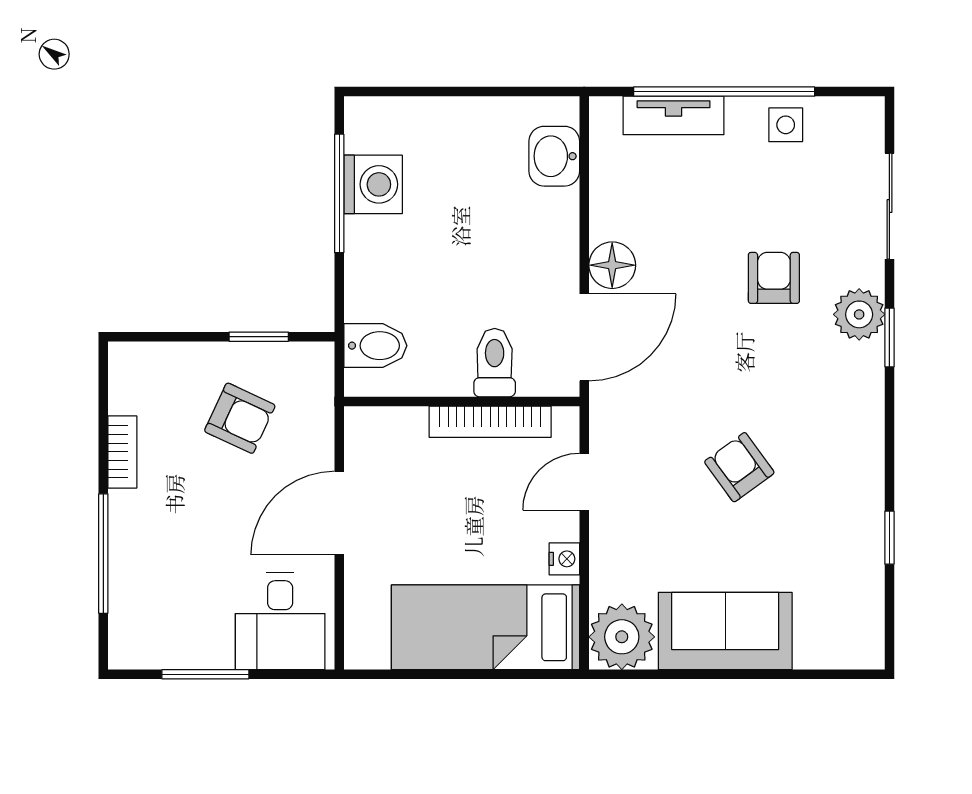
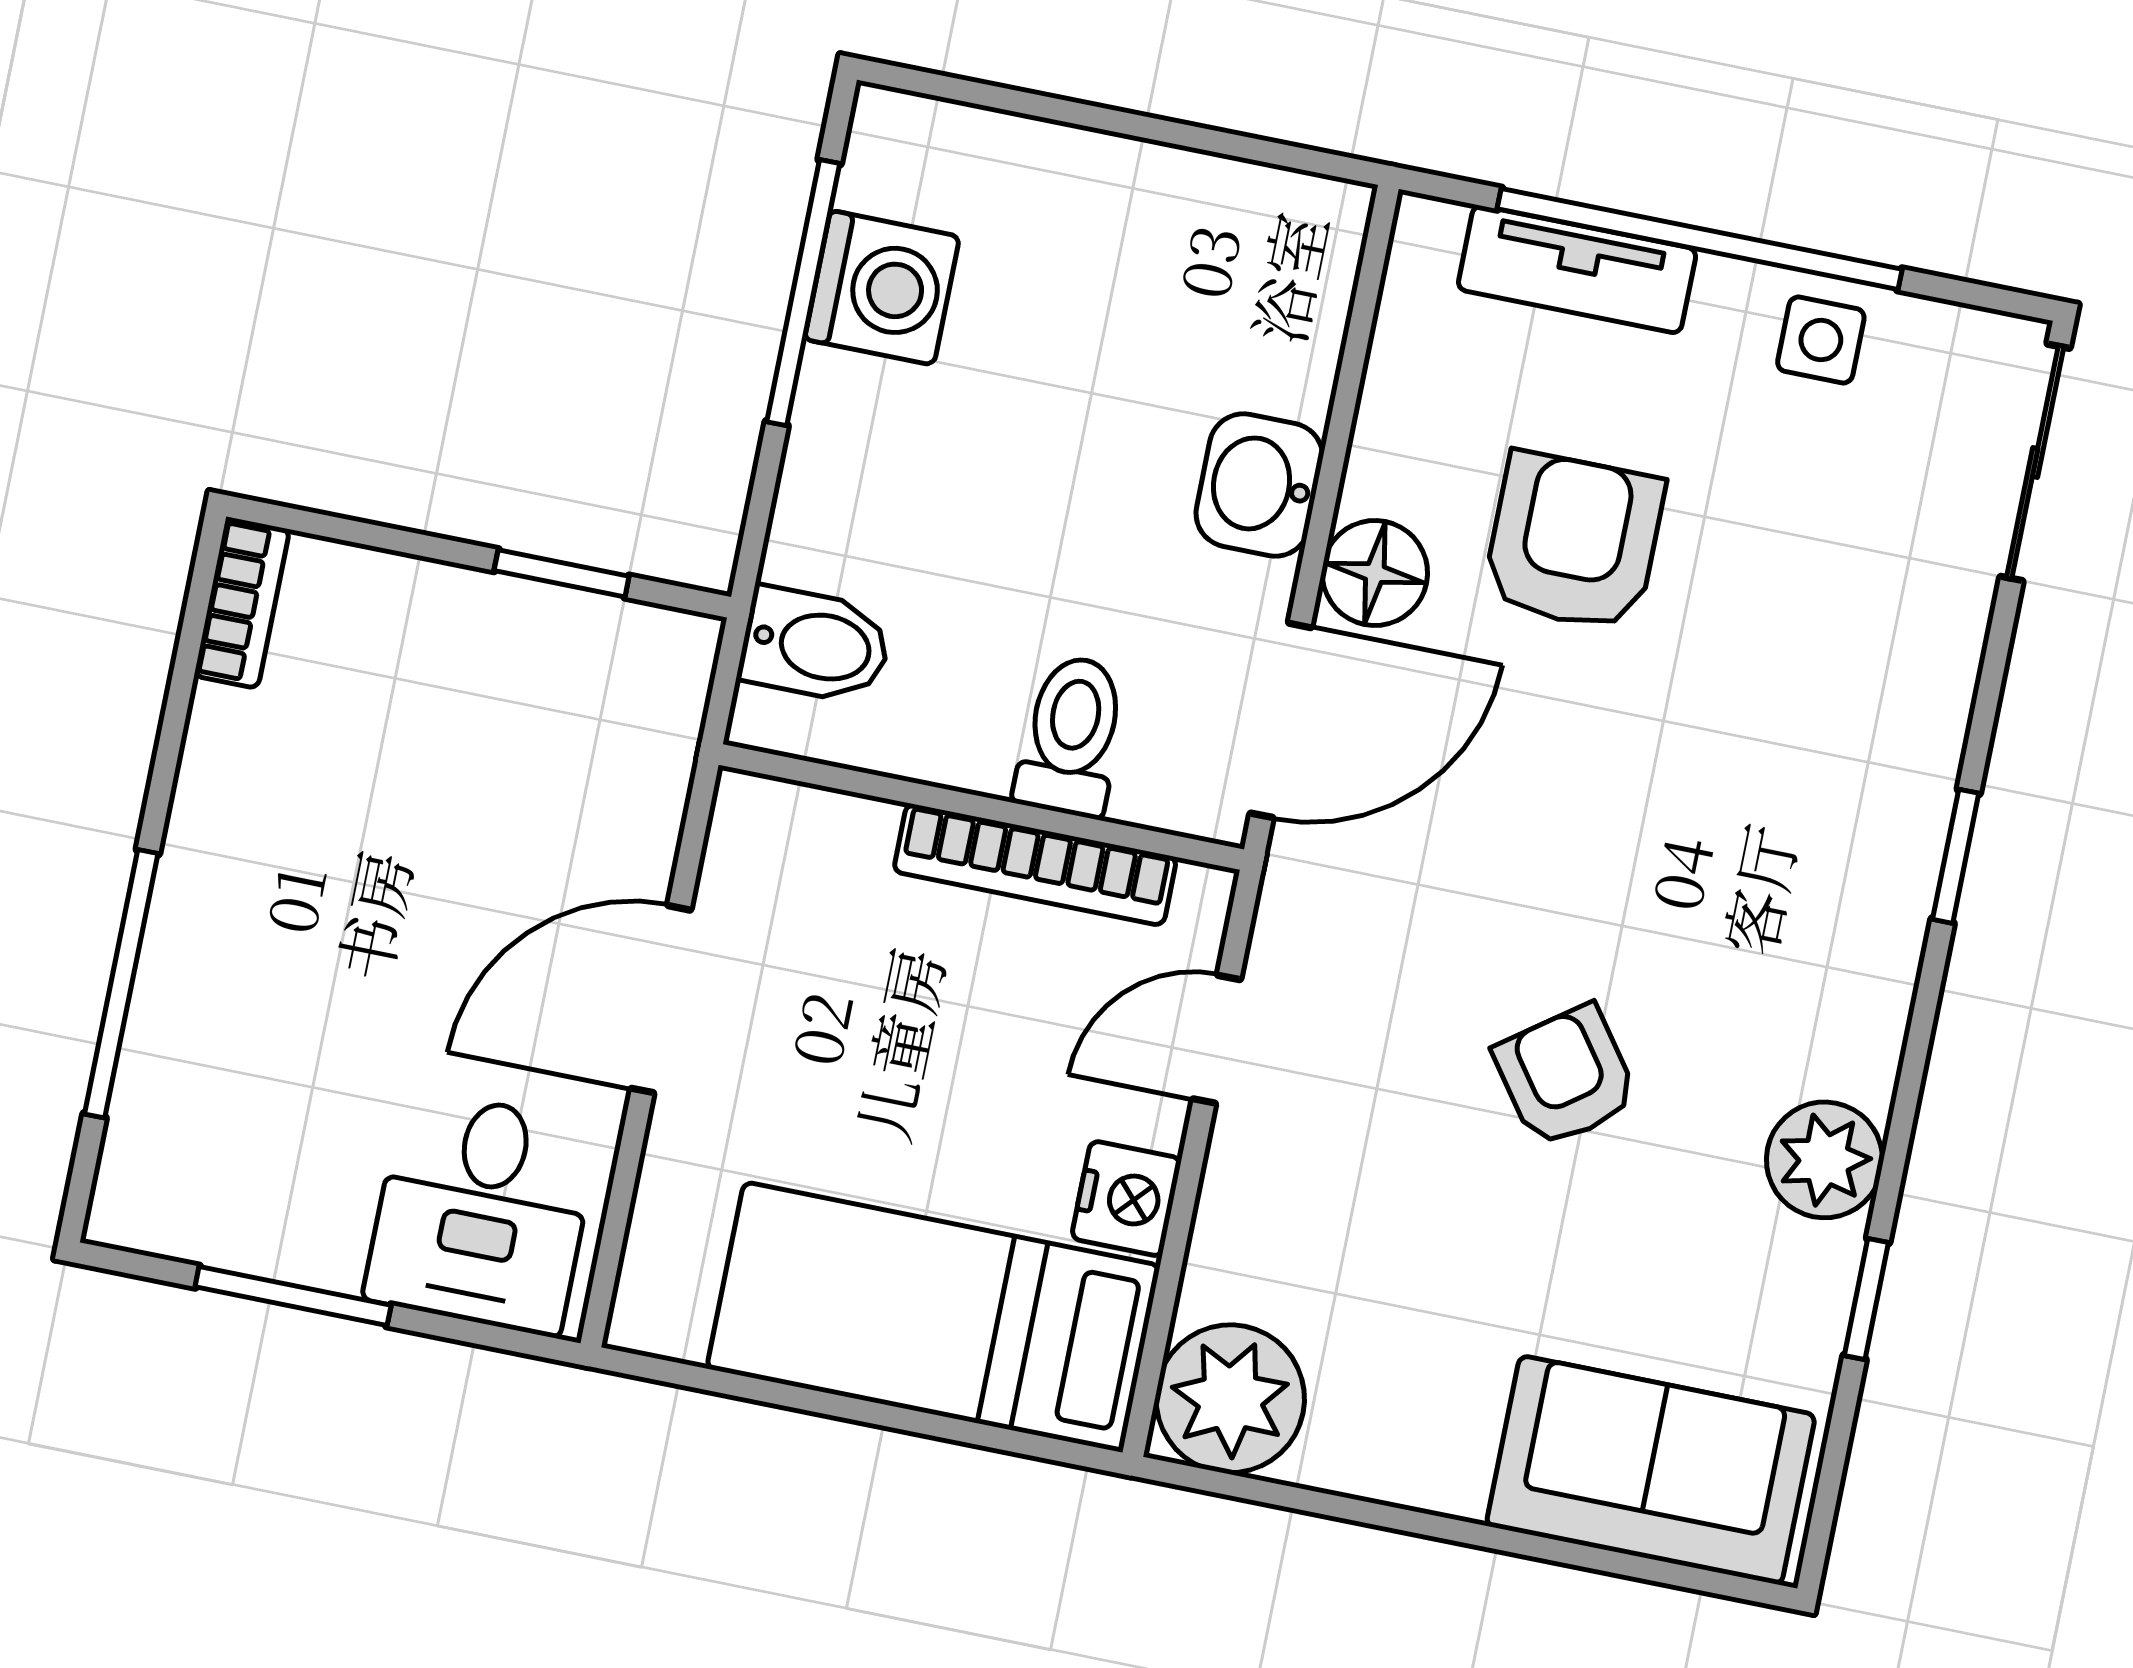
washbasin: (554, 156) -> (1259, 485), moved
sliding door: (889, 206) -> (2035, 462), moved
armchair: (774, 278) -> (1574, 542), moved, width x1.38, depth x1.38
plant: (859, 314) -> (1825, 1160), moved
armchair: (240, 418) -> (483, 745), removed
bookcase: (122, 452) -> (242, 603), moved
nightstand: (564, 559) -> (1126, 1199), width x1.39, depth x1.35
sofa: (725, 631) -> (1651, 1470), moved

